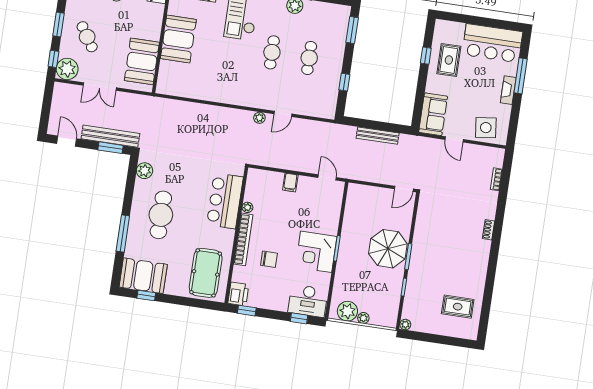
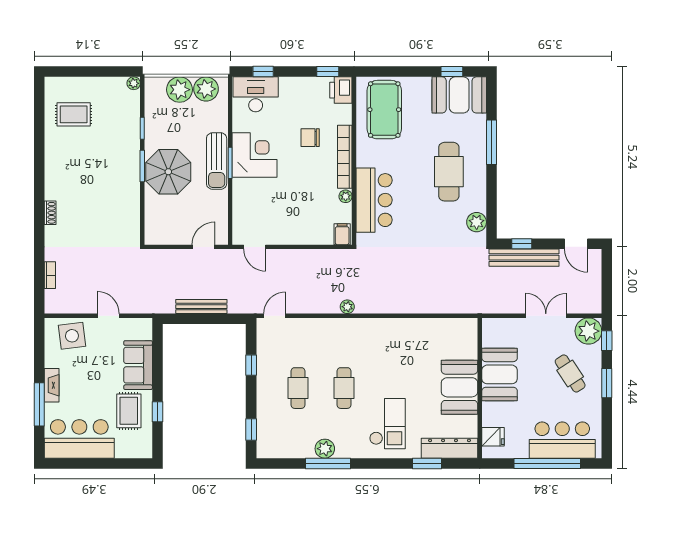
window: (352, 30) -> (251, 430), width x0.67
booth: (142, 61) -> (500, 374), moved
door: (283, 114) -> (275, 316), moved
sofa: (433, 114) -> (138, 365), moved
window: (111, 148) -> (522, 244), width x0.67
filing cabinet: (290, 182) -> (342, 234), moved
door: (404, 189) -> (203, 247), moved
sun lounger: (348, 252) -> (217, 161), added
plant: (363, 318) -> (180, 90), width x1.87, depth x1.87

